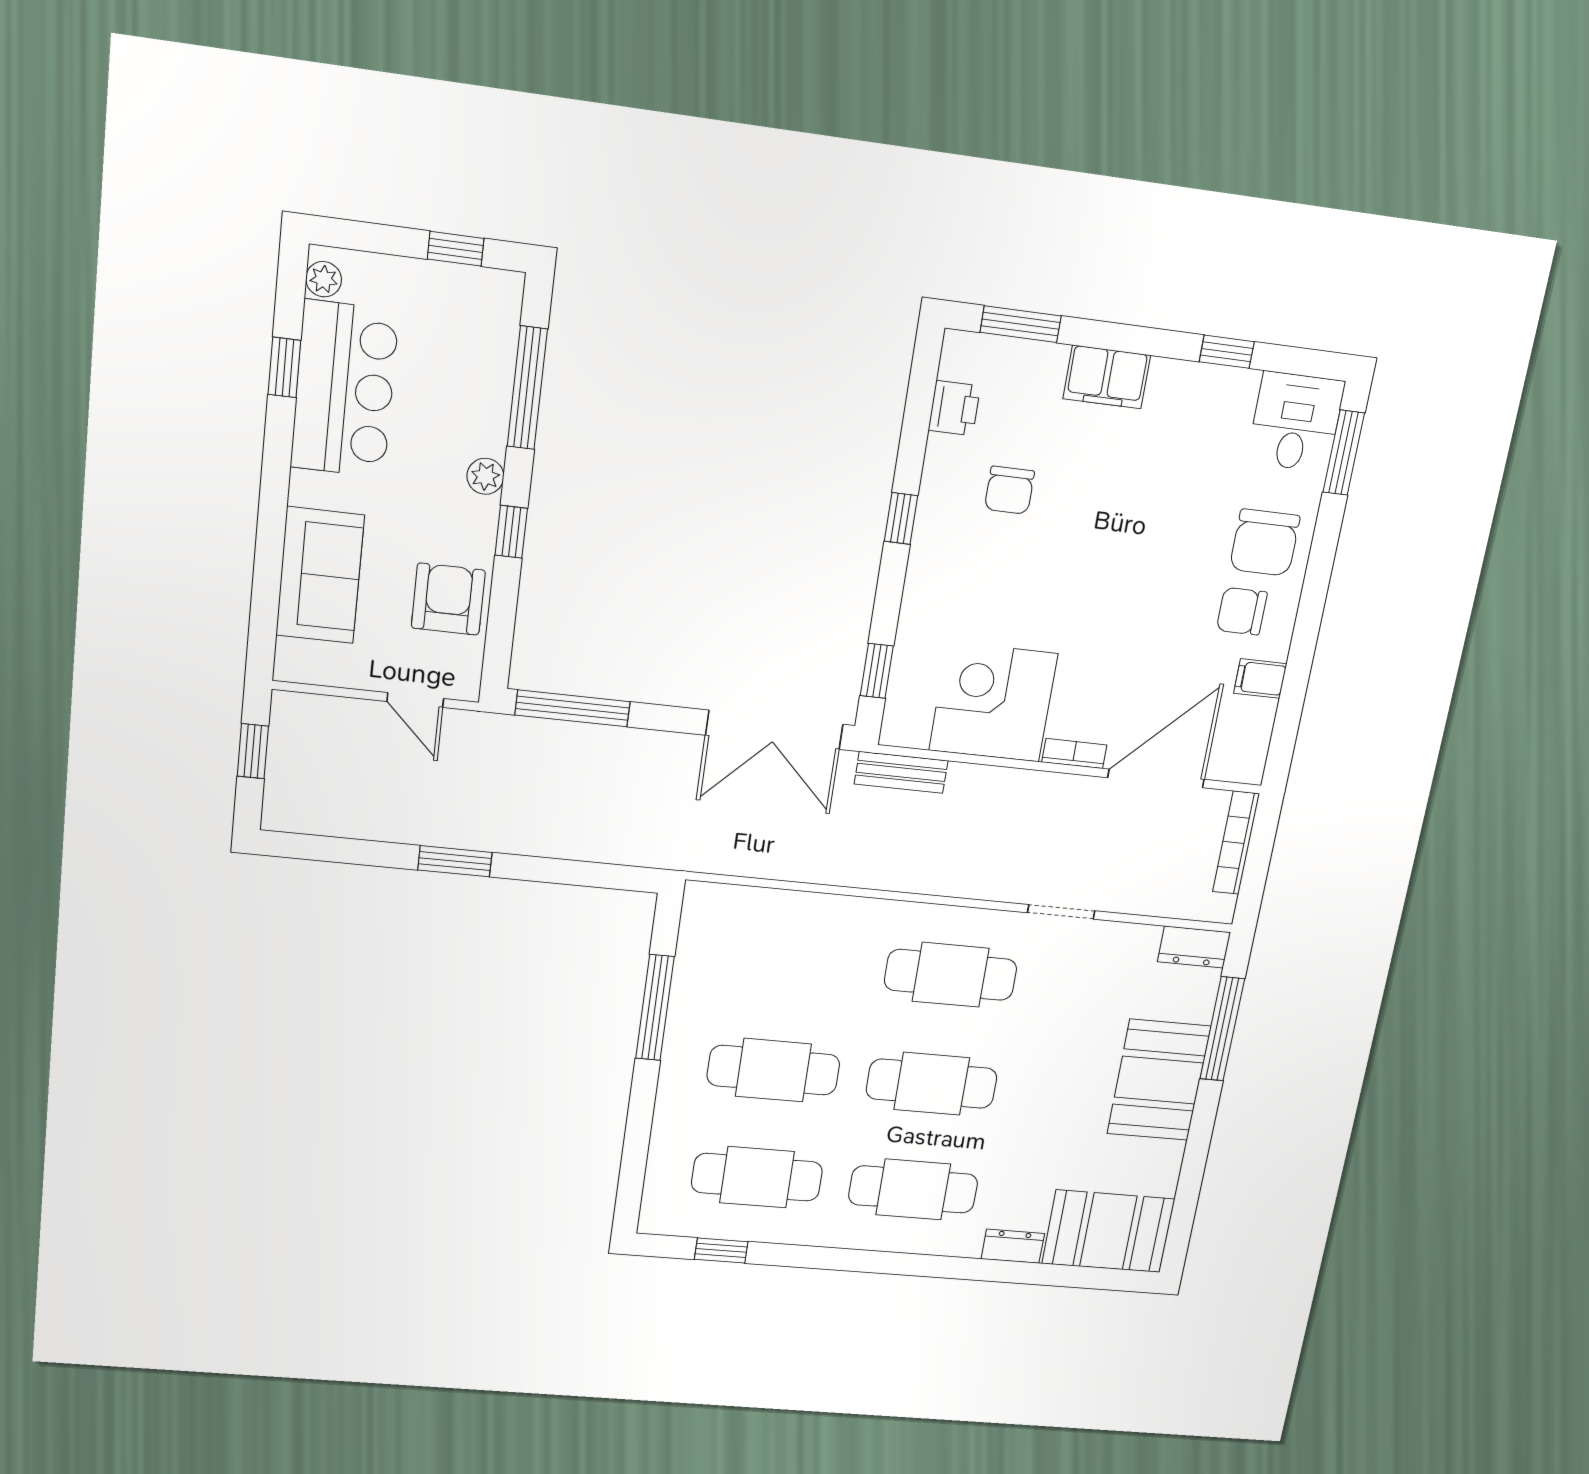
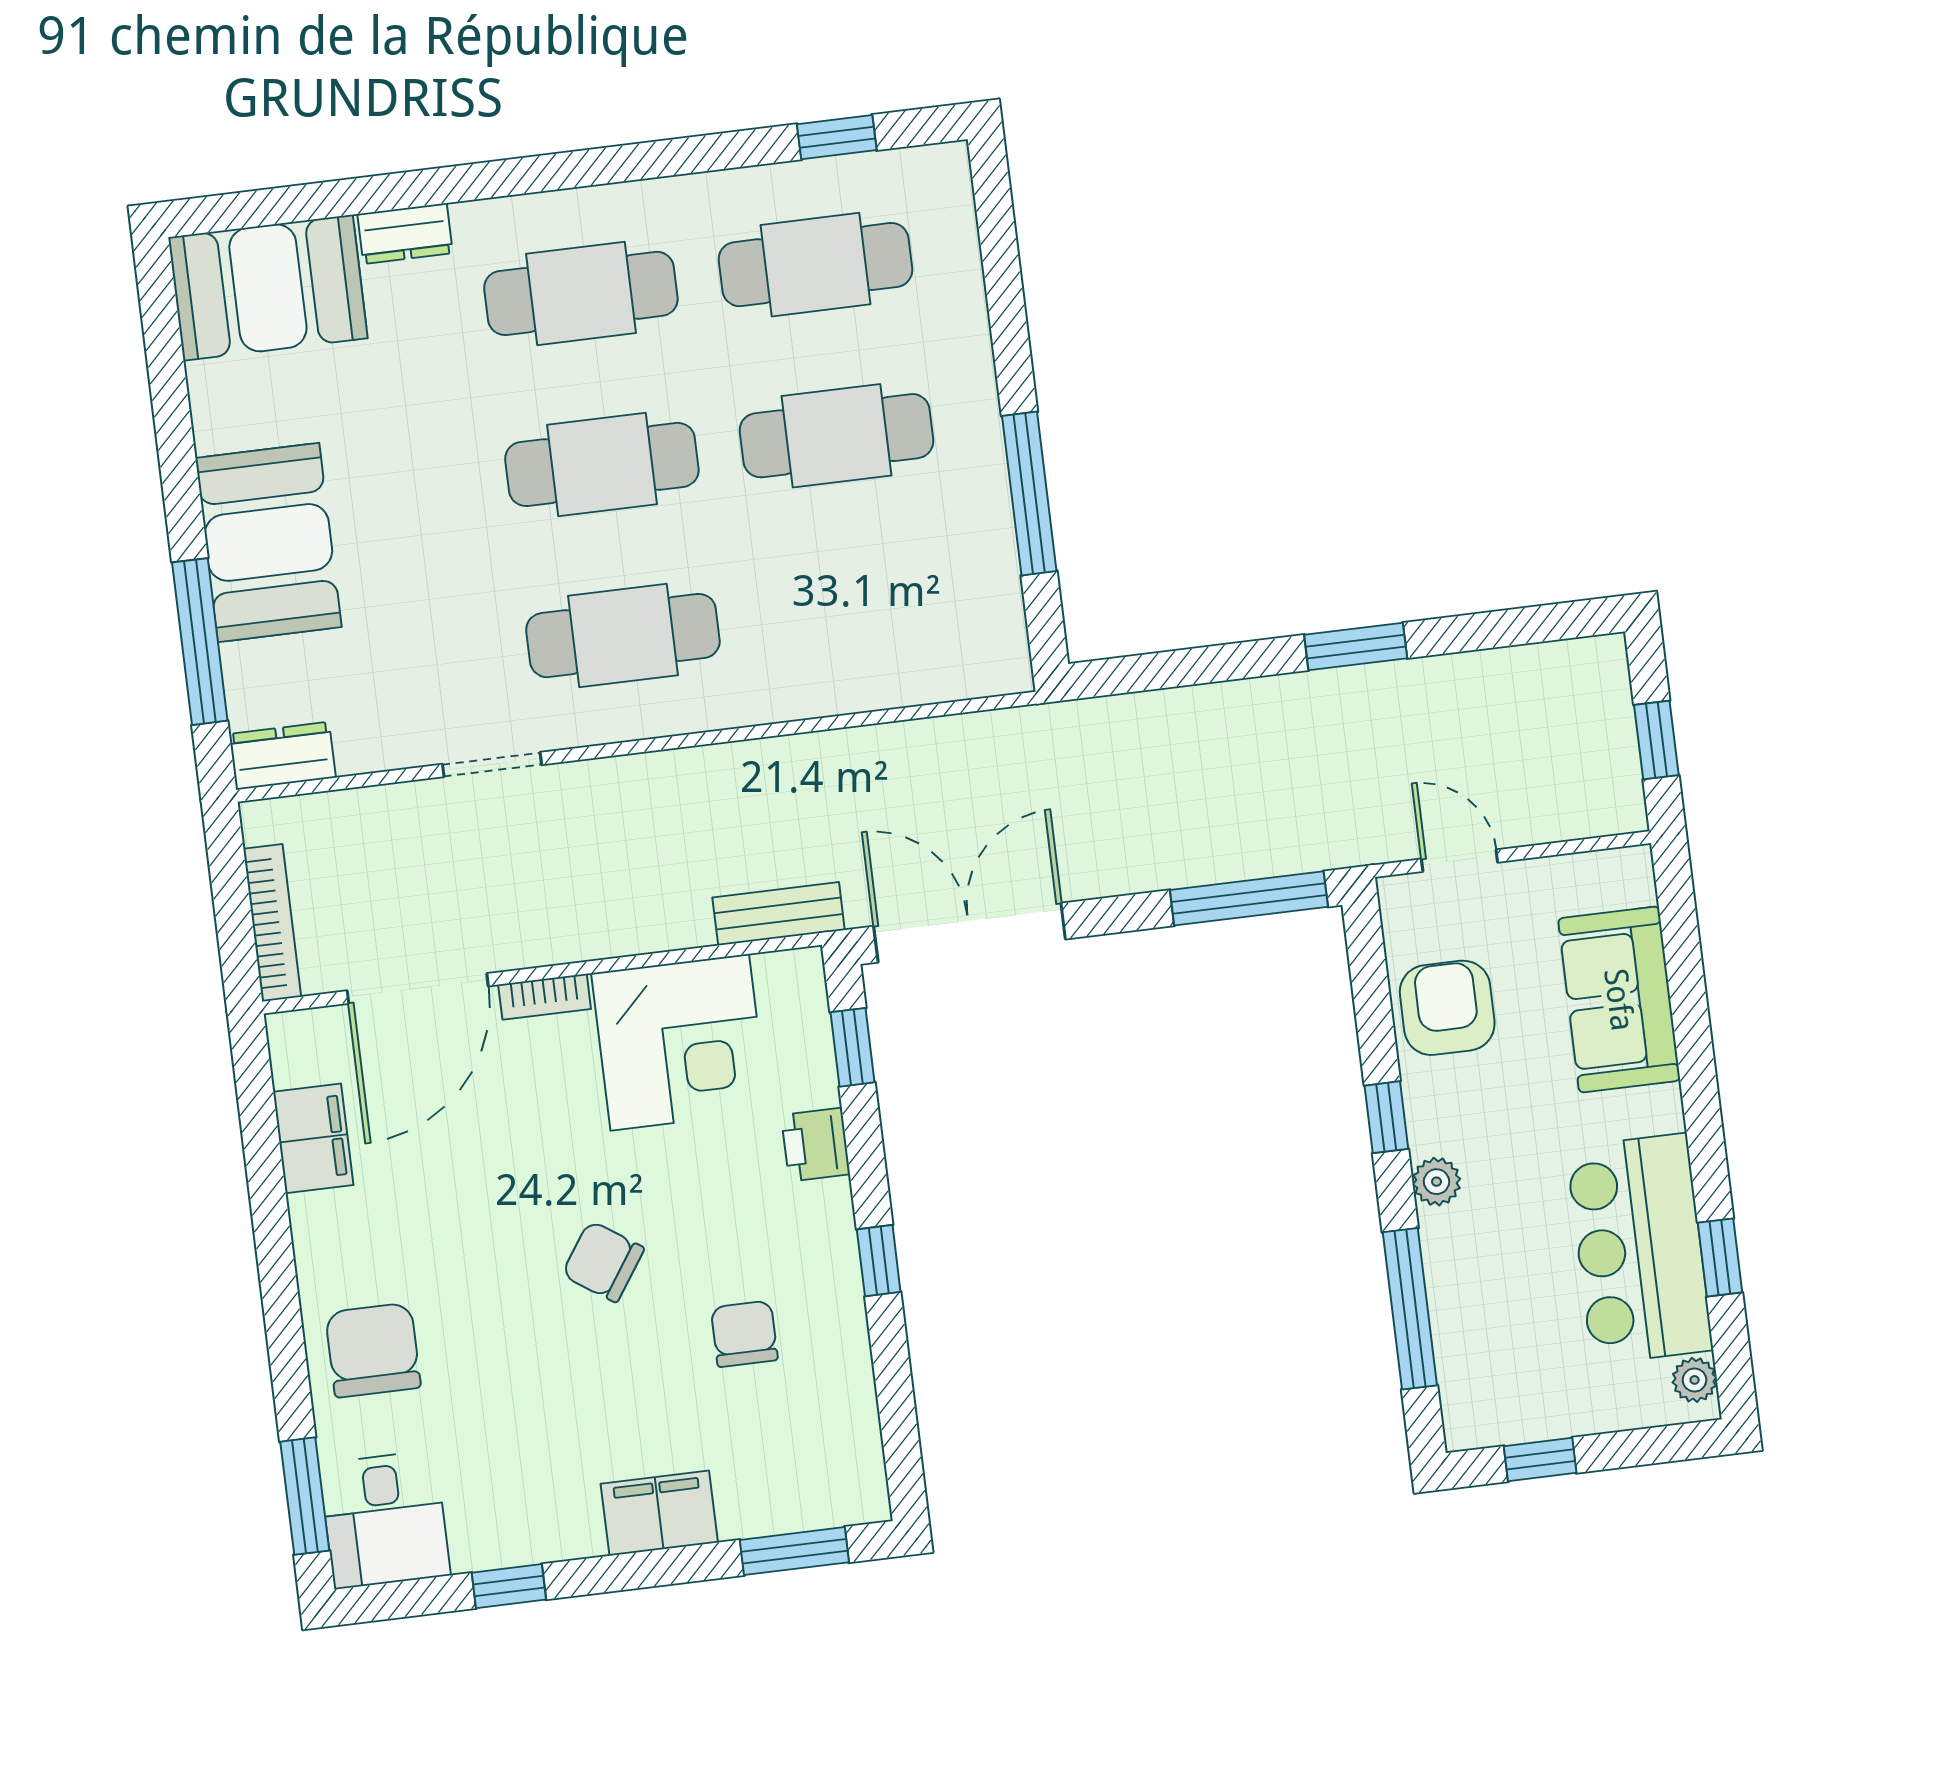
printer: (954, 408) -> (816, 1145), moved
armchair: (448, 599) -> (1447, 1008), turned 180
chair: (1242, 611) -> (603, 1262), moved, turned -146
filing cabinet: (1260, 678) -> (313, 1138), width x2.00

